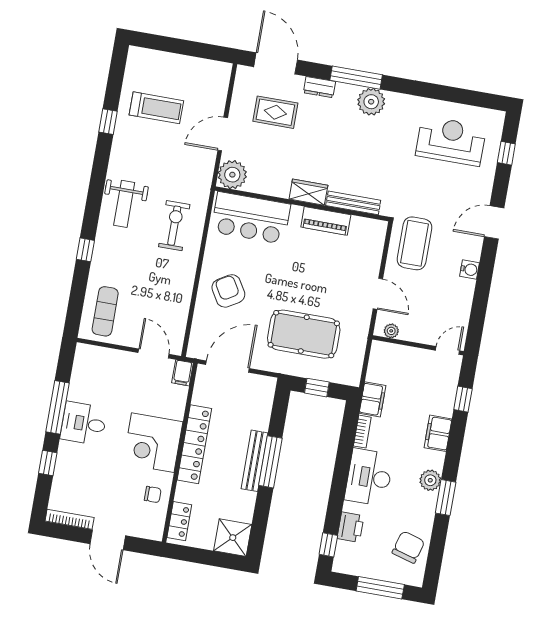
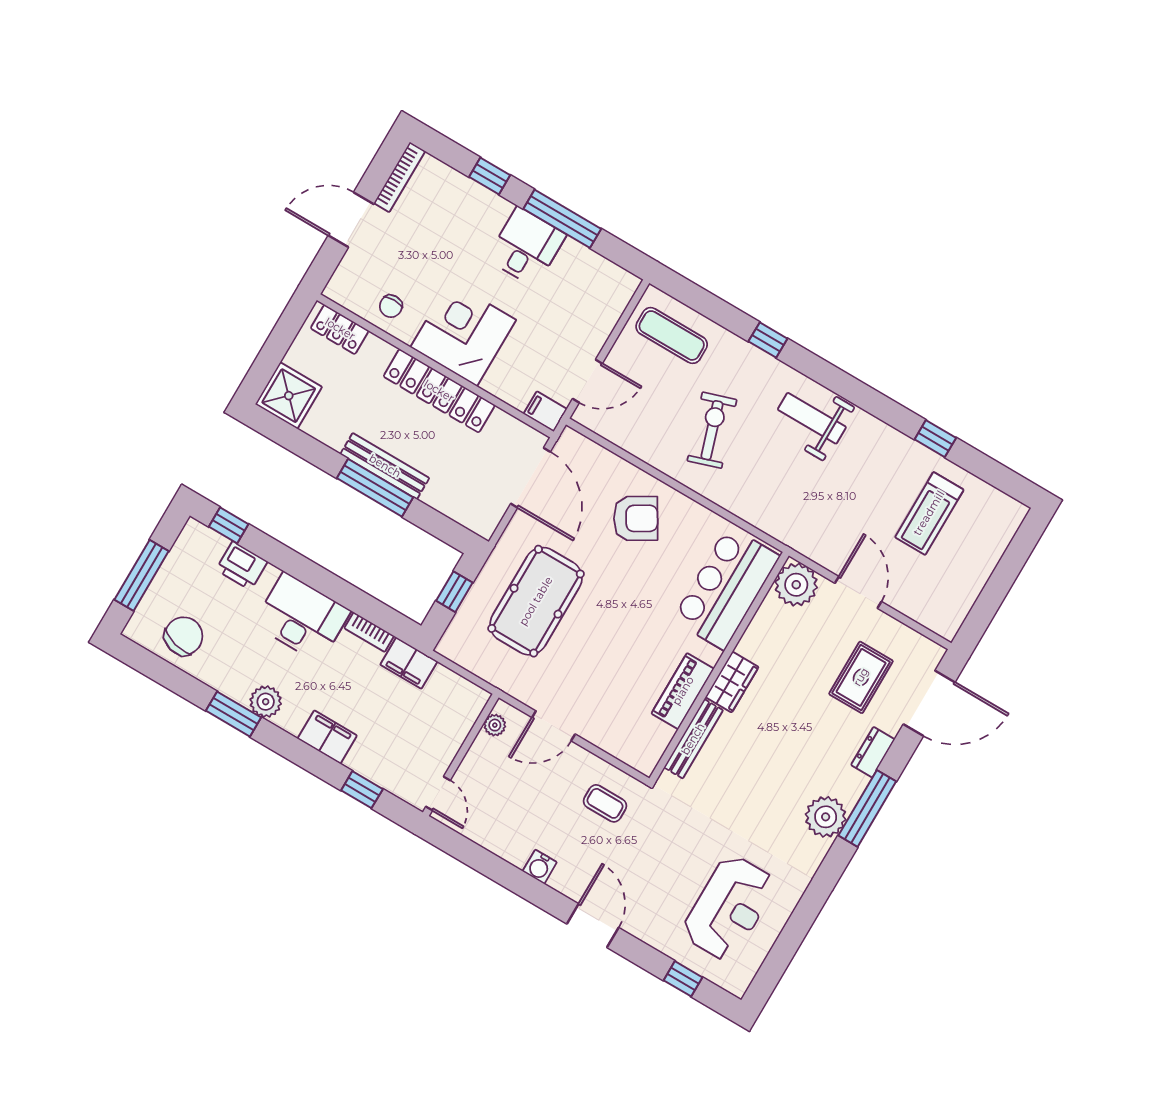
exercise bike: (174, 226) -> (712, 430), moved, turned -108
coffee table: (415, 243) -> (605, 803), width x0.54, depth x0.58
chair: (408, 547) -> (184, 636), turned -91

